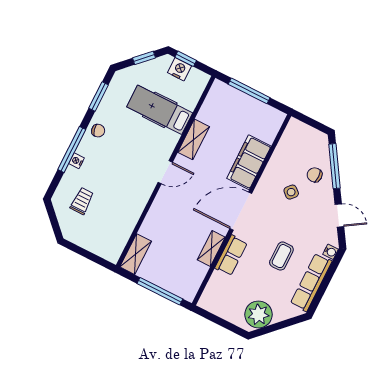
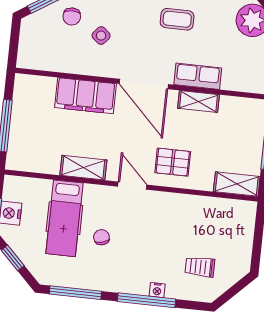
window: (99, 97) -> (75, 293), width x1.44
chair: (98, 131) -> (101, 237), moved
pallet: (172, 211) -> (173, 162), added

